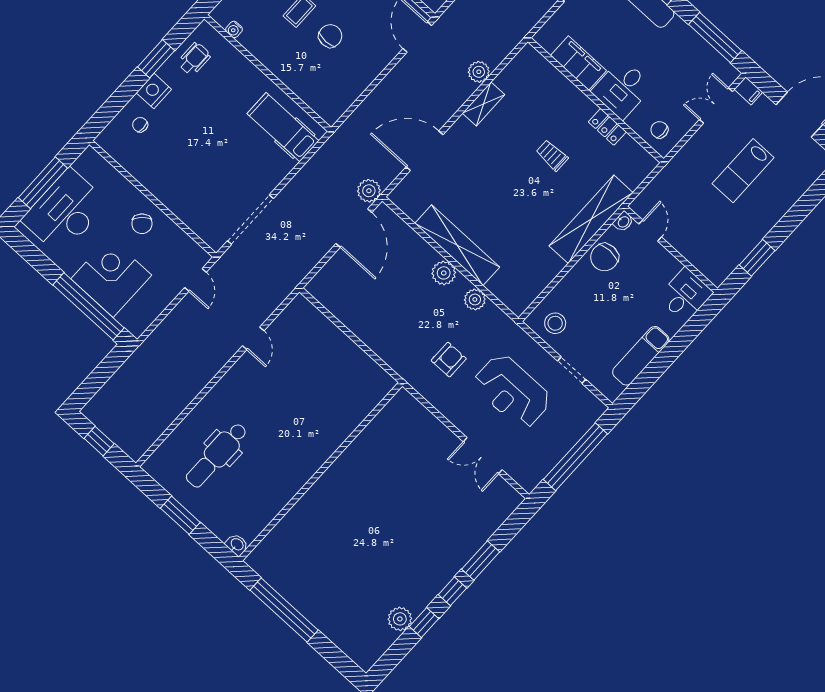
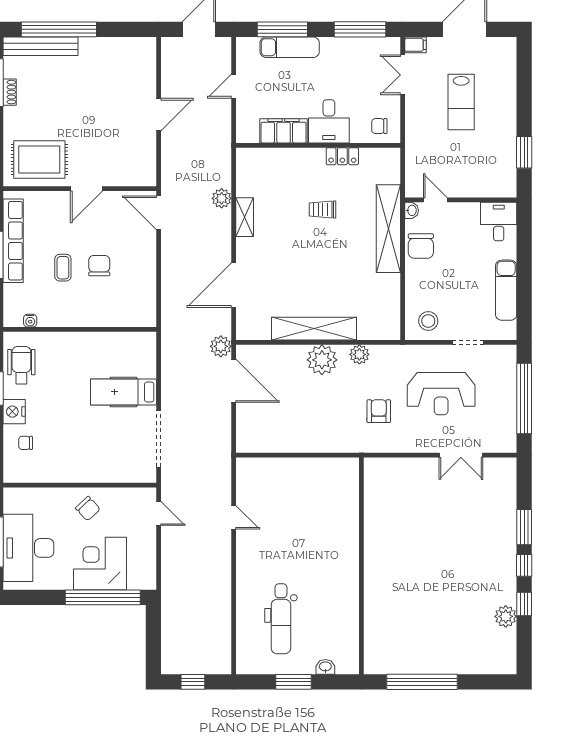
wheelchair: (194, 59) -> (21, 365), width x1.36, depth x1.37
hospital bed: (283, 127) -> (124, 392), moved
plant: (444, 273) -> (322, 360), width x1.36, depth x1.36
washbasin: (237, 545) -> (325, 667), moved

